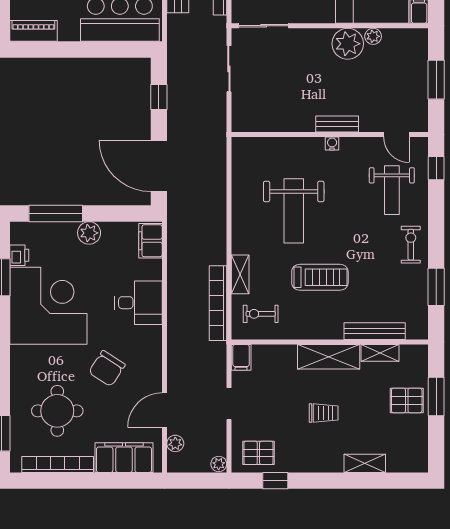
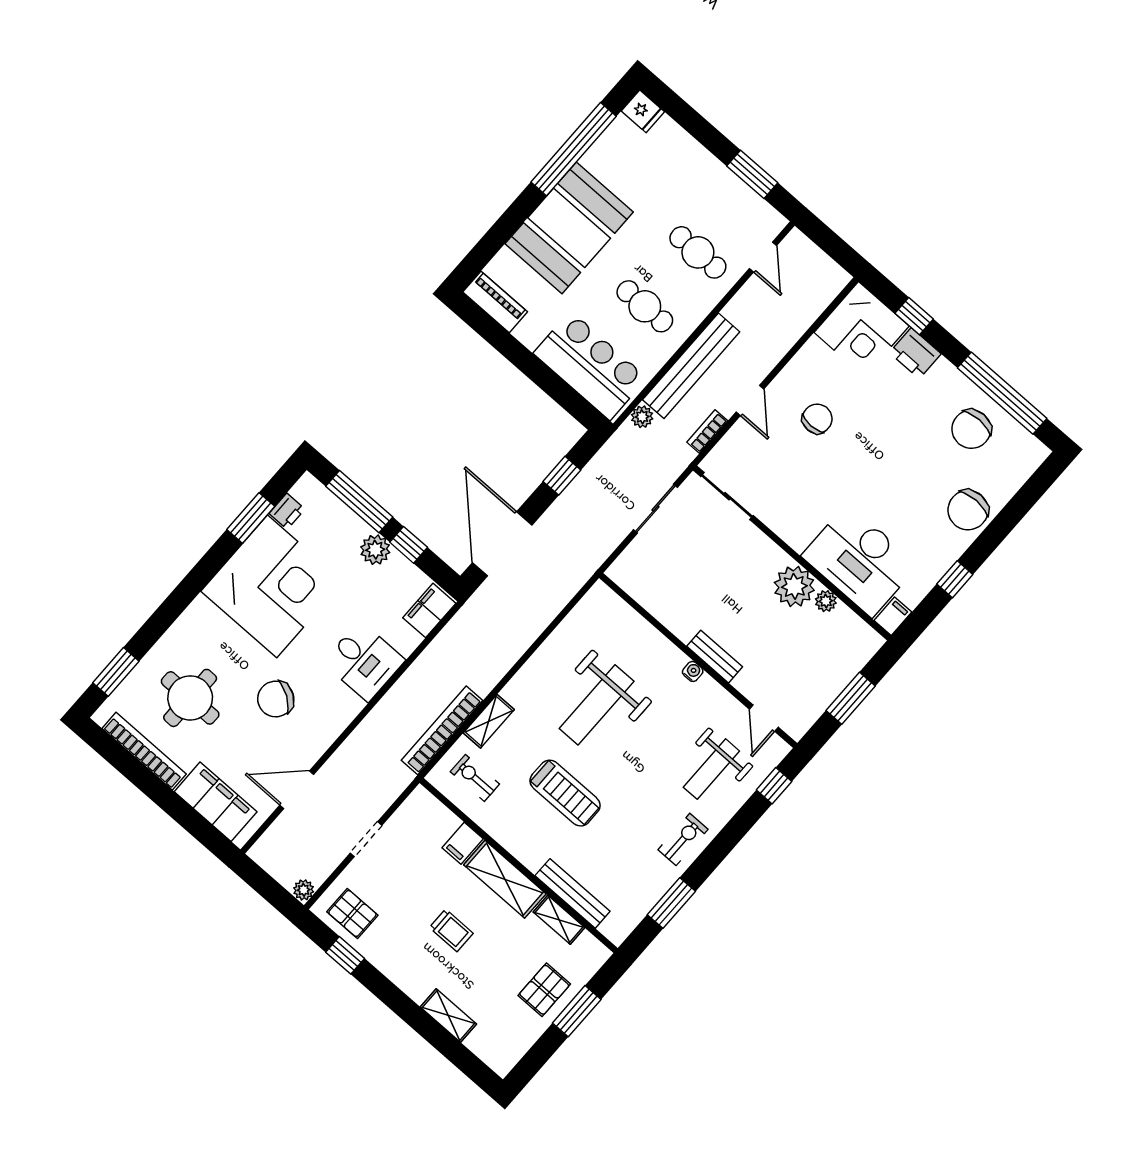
window: (106, 214) -> (409, 545), added
filing cabinet: (241, 357) -> (463, 843), moved
pallet: (407, 400) -> (544, 990), turned 90
plant: (175, 443) -> (642, 417), moved

